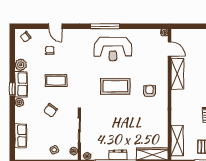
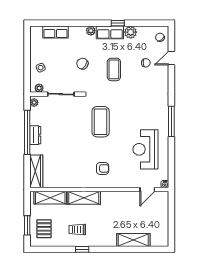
door: (55, 26) -> (171, 58), moved
reception desk: (113, 49) -> (146, 149), moved
shelving: (177, 74) -> (84, 198), moved
coffee table: (115, 86) -> (101, 122), moved
window: (12, 89) -> (118, 23), moved

